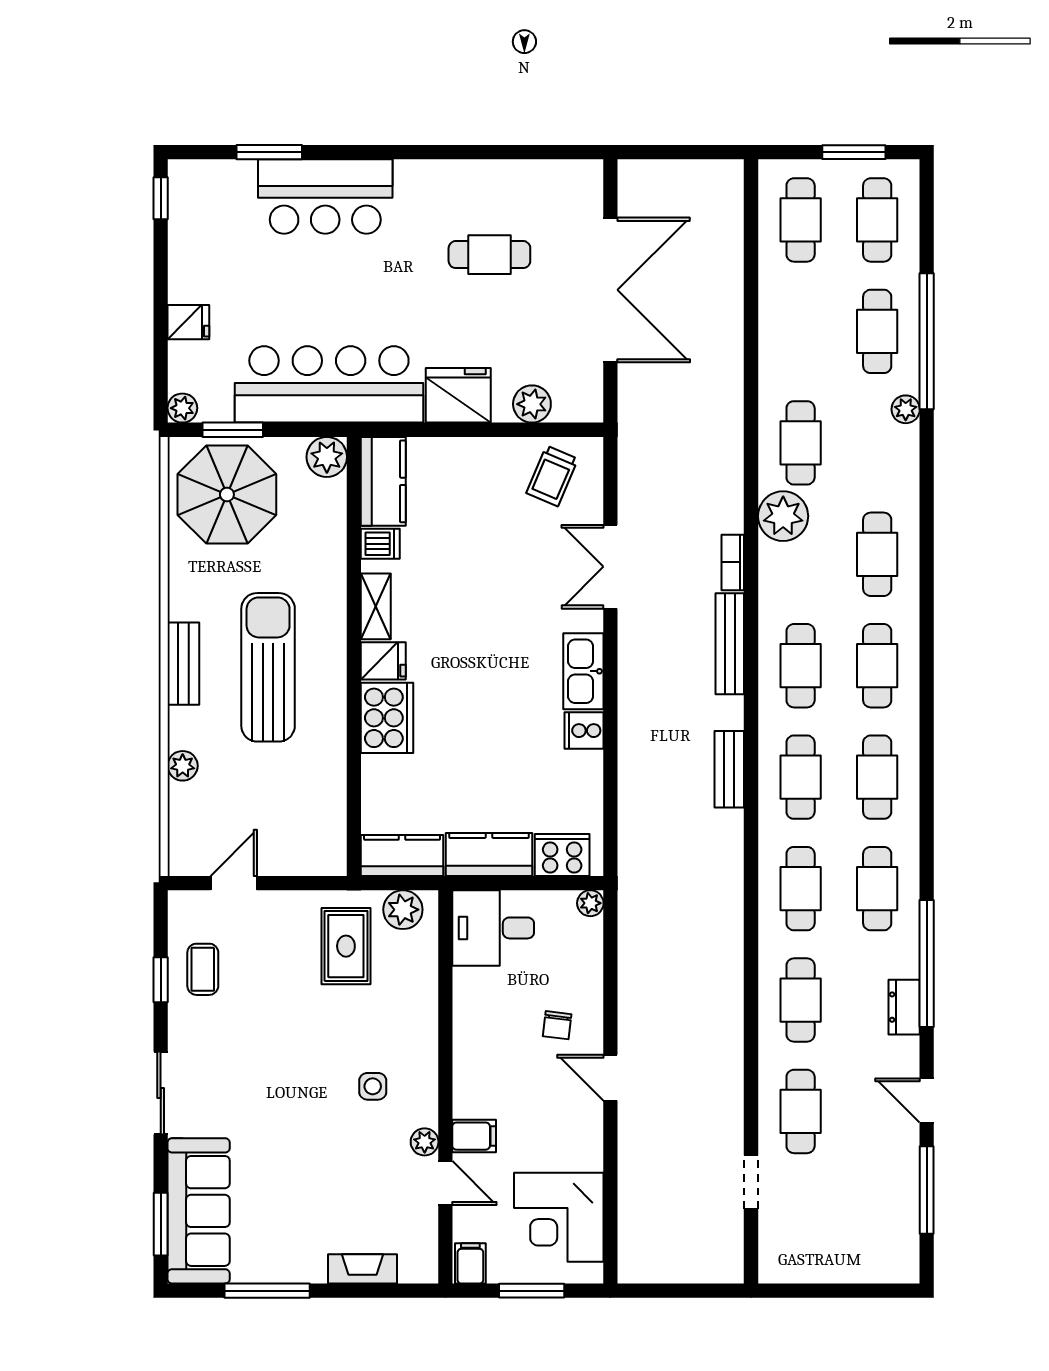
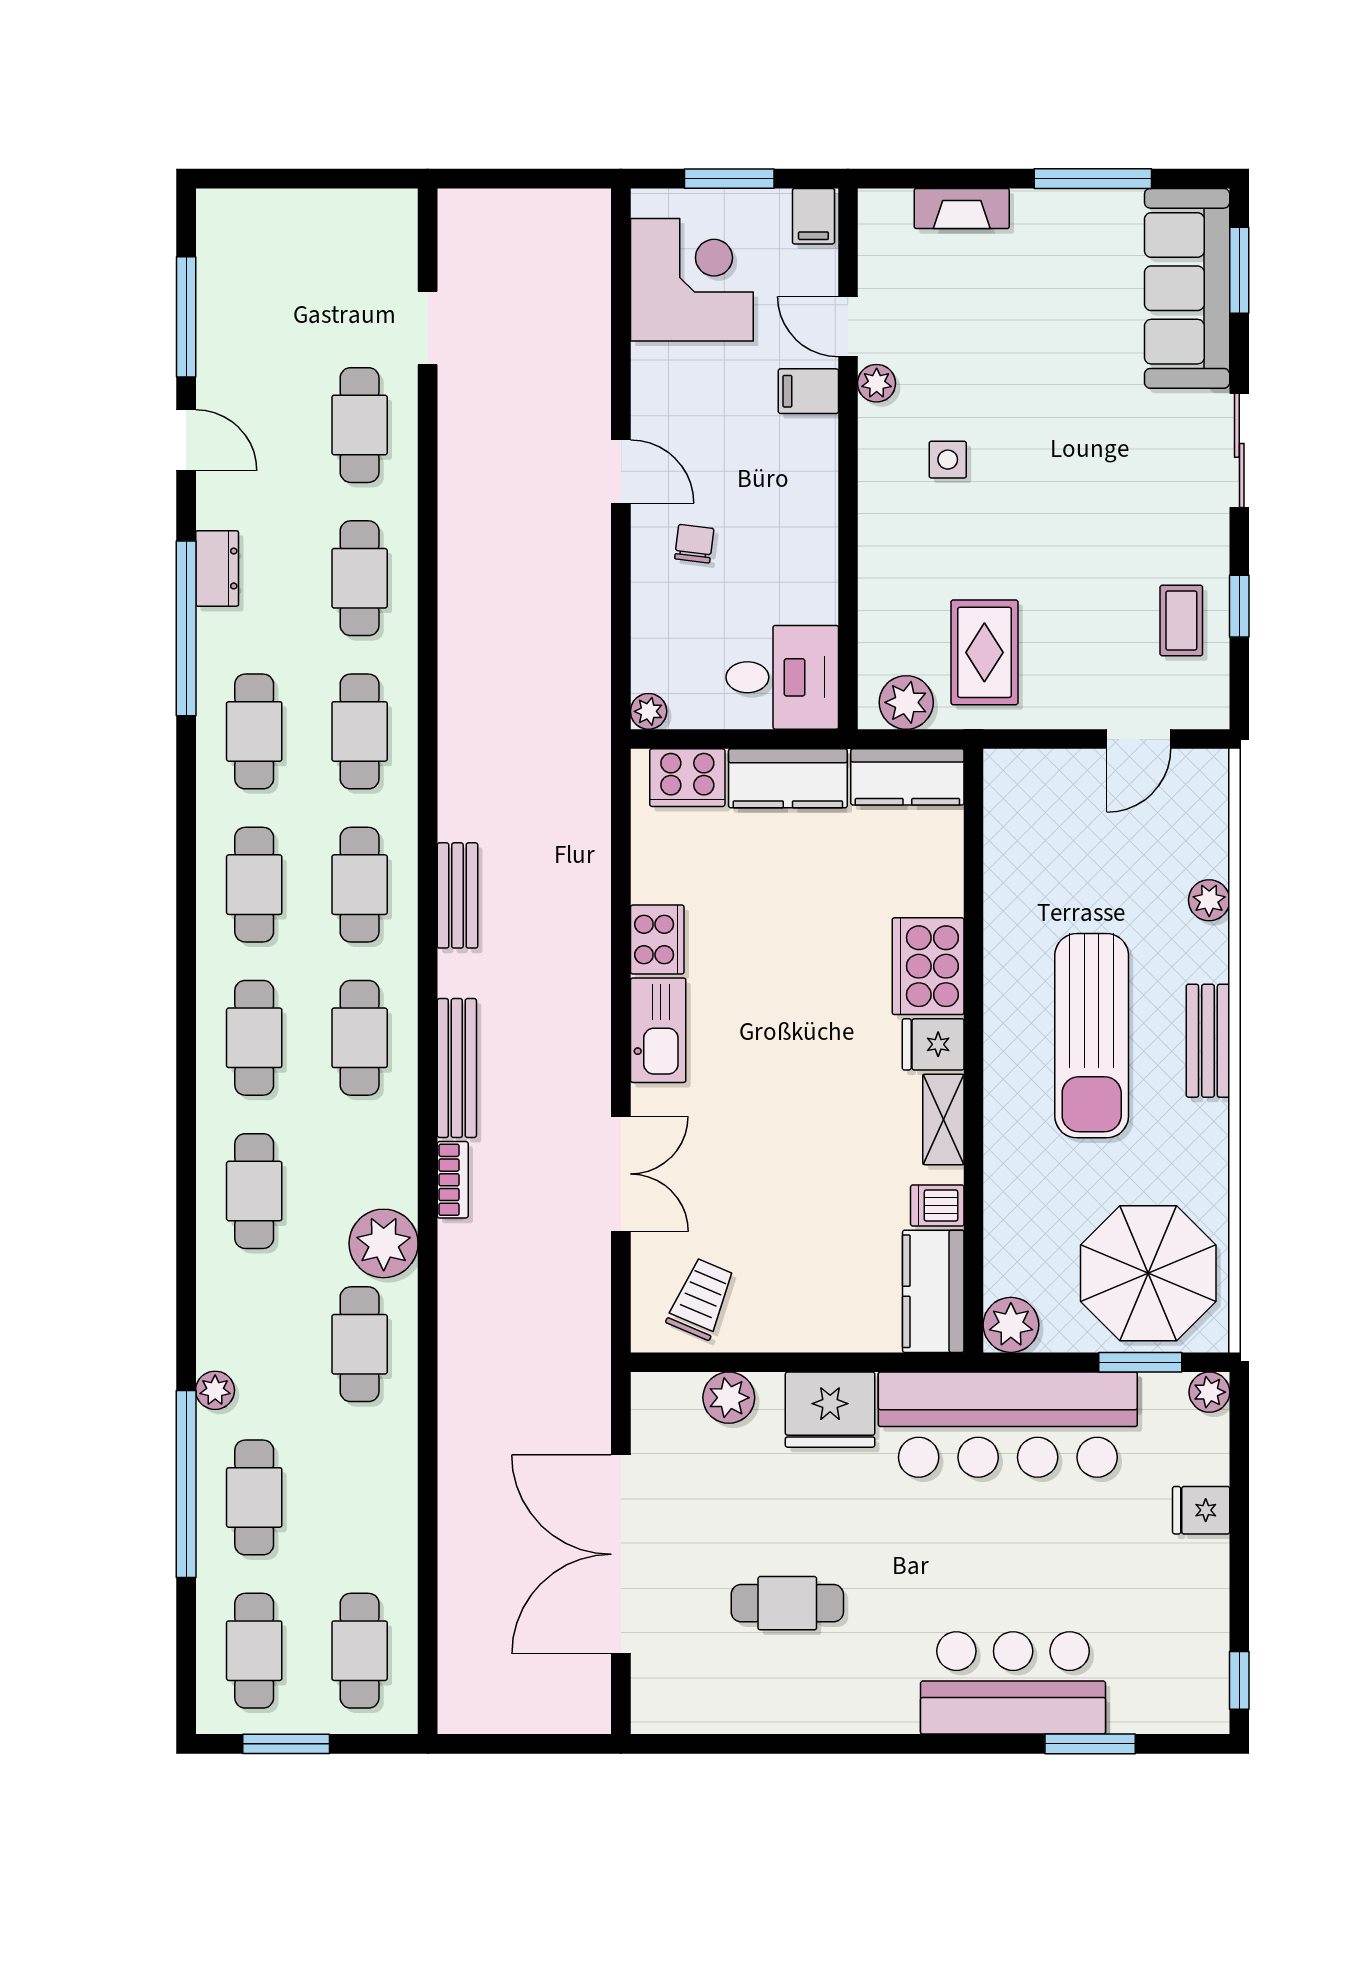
cooker: (584, 731) -> (657, 939), width x1.36

